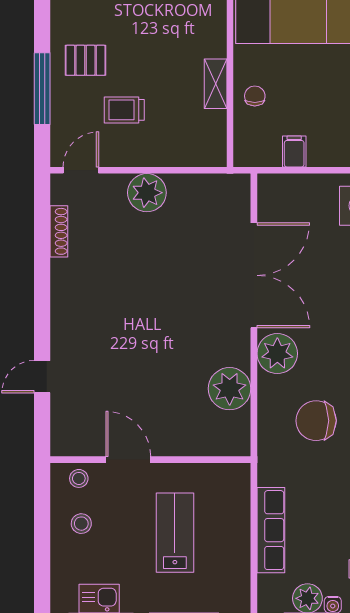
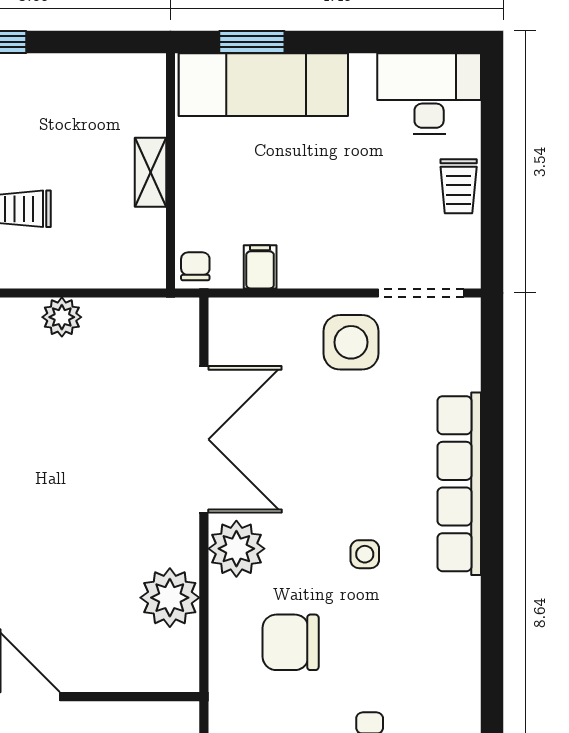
chair: (255, 96) -> (195, 266), moved
plant: (147, 193) -> (62, 317), width x0.73, depth x0.73

